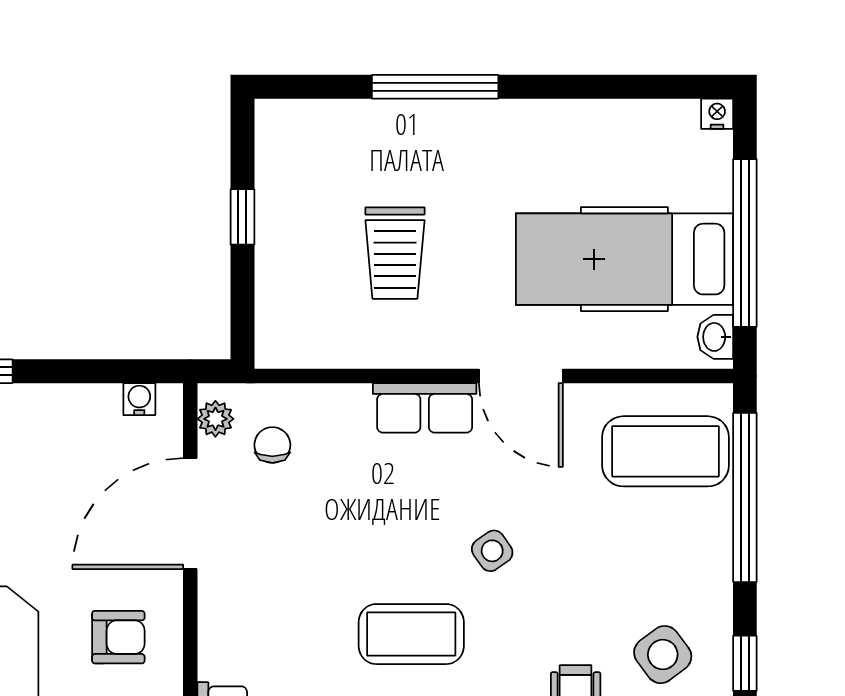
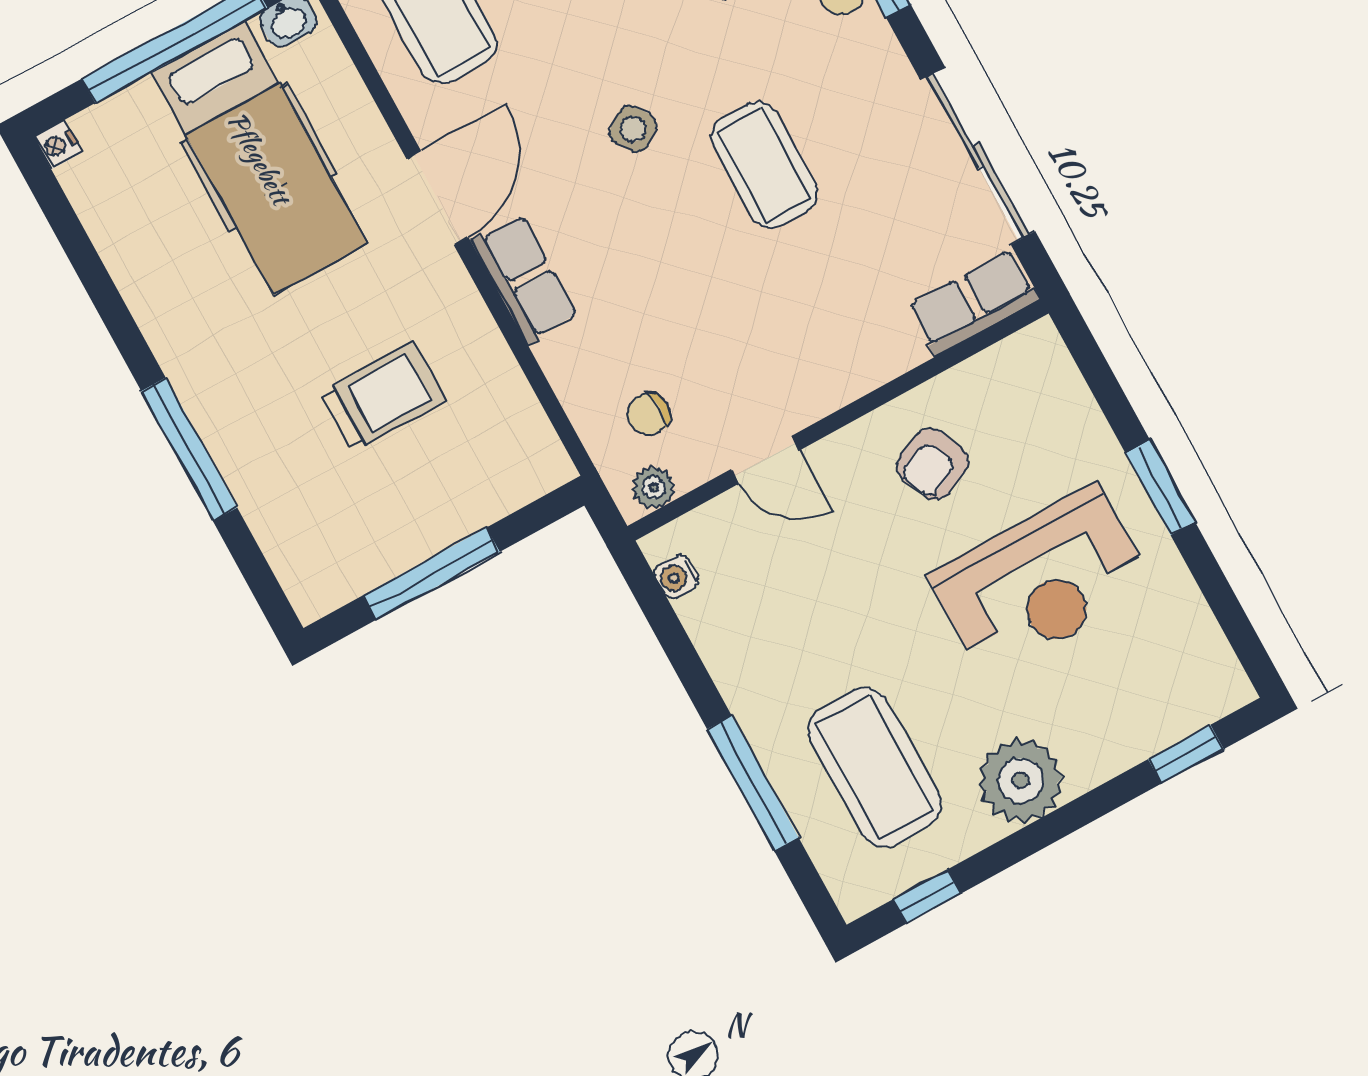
window: (242, 217) -> (431, 574), width x2.17
door: (190, 514) -> (765, 460), width x0.53
armchair: (118, 637) -> (933, 464), turned -113

